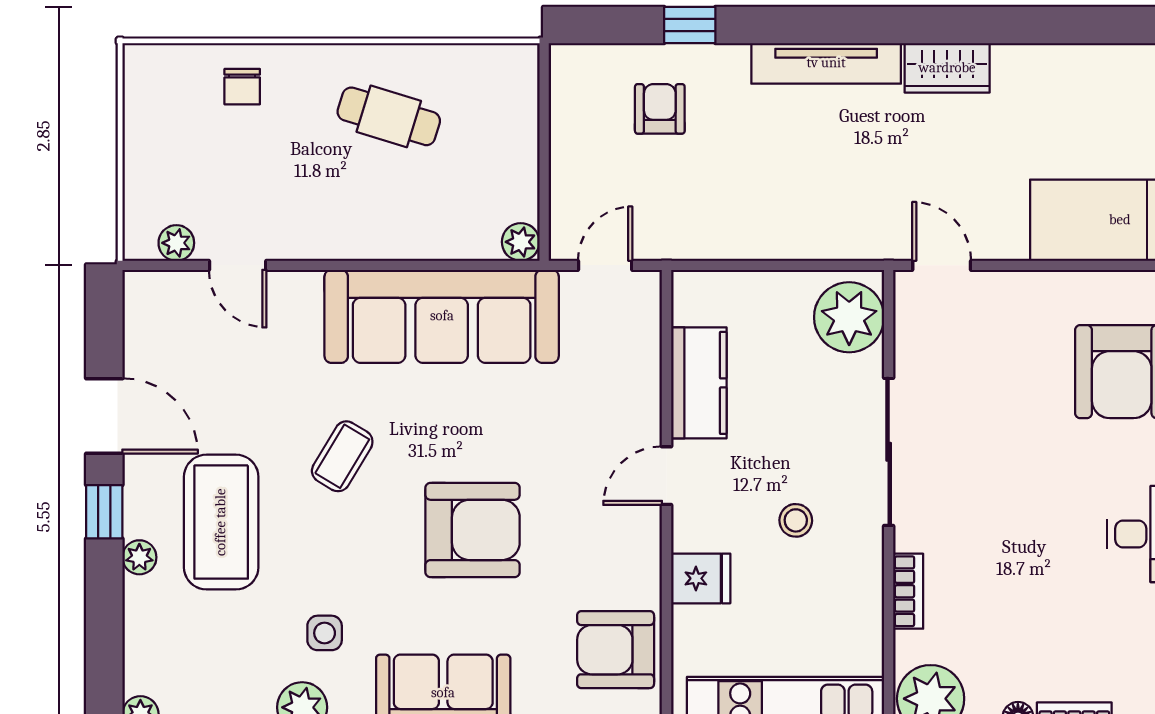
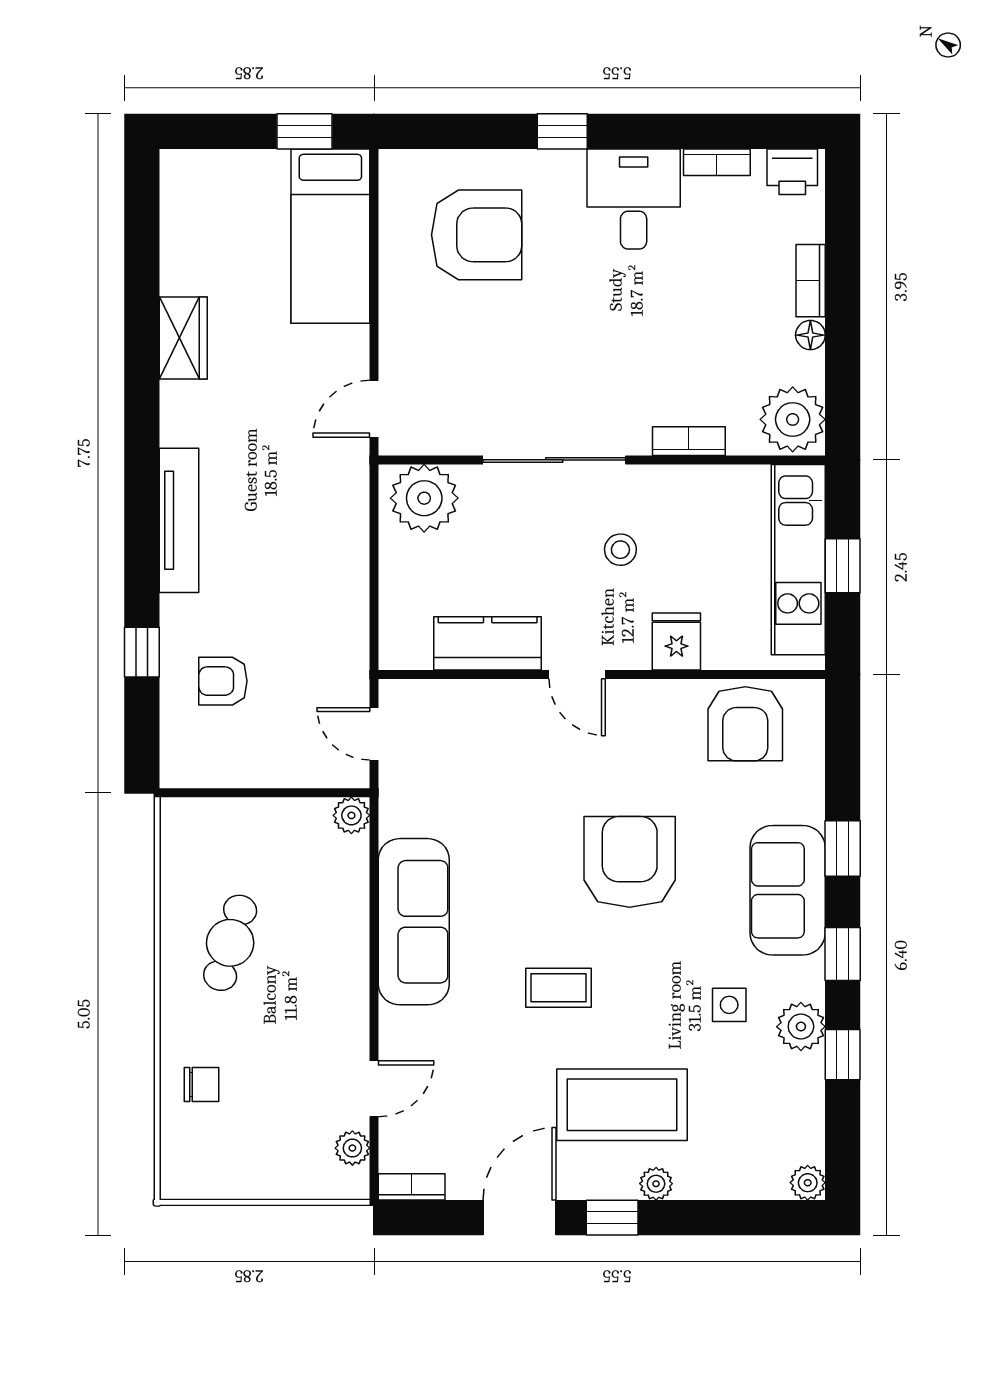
wardrobe: (947, 68) -> (183, 338), moved
bookcase: (136, 304) -> (412, 1187), added
sofa: (442, 316) -> (414, 922), width x0.74, depth x0.79
coffee table: (342, 456) -> (559, 988), turned -31

